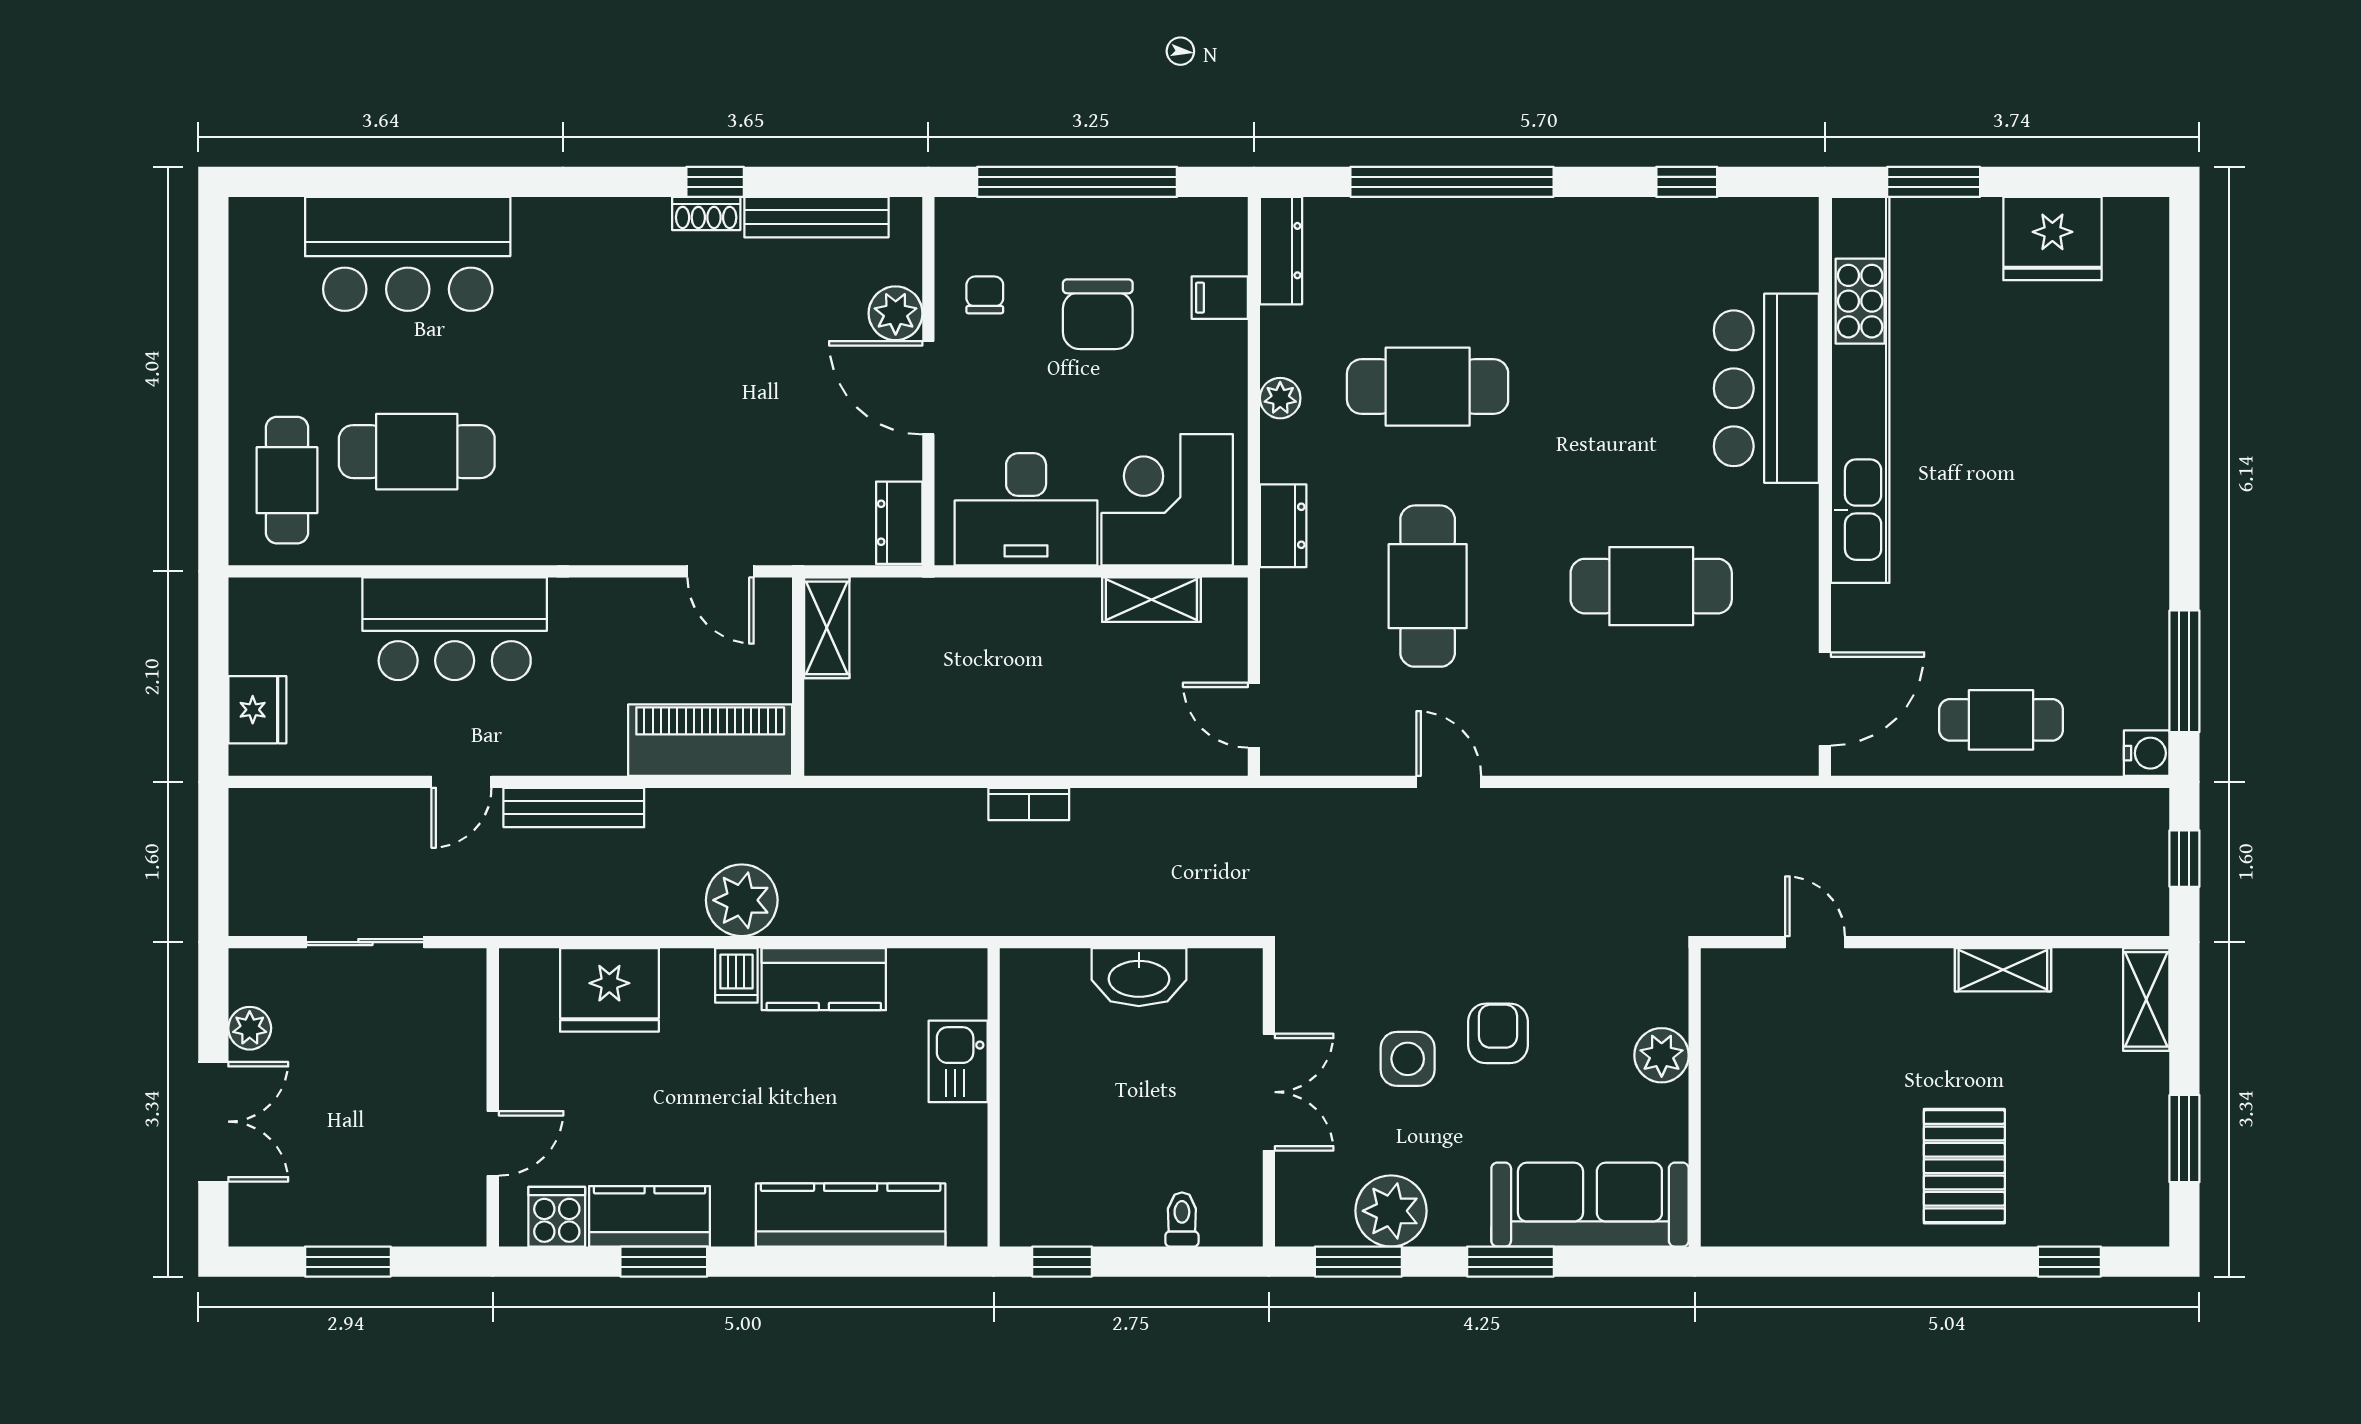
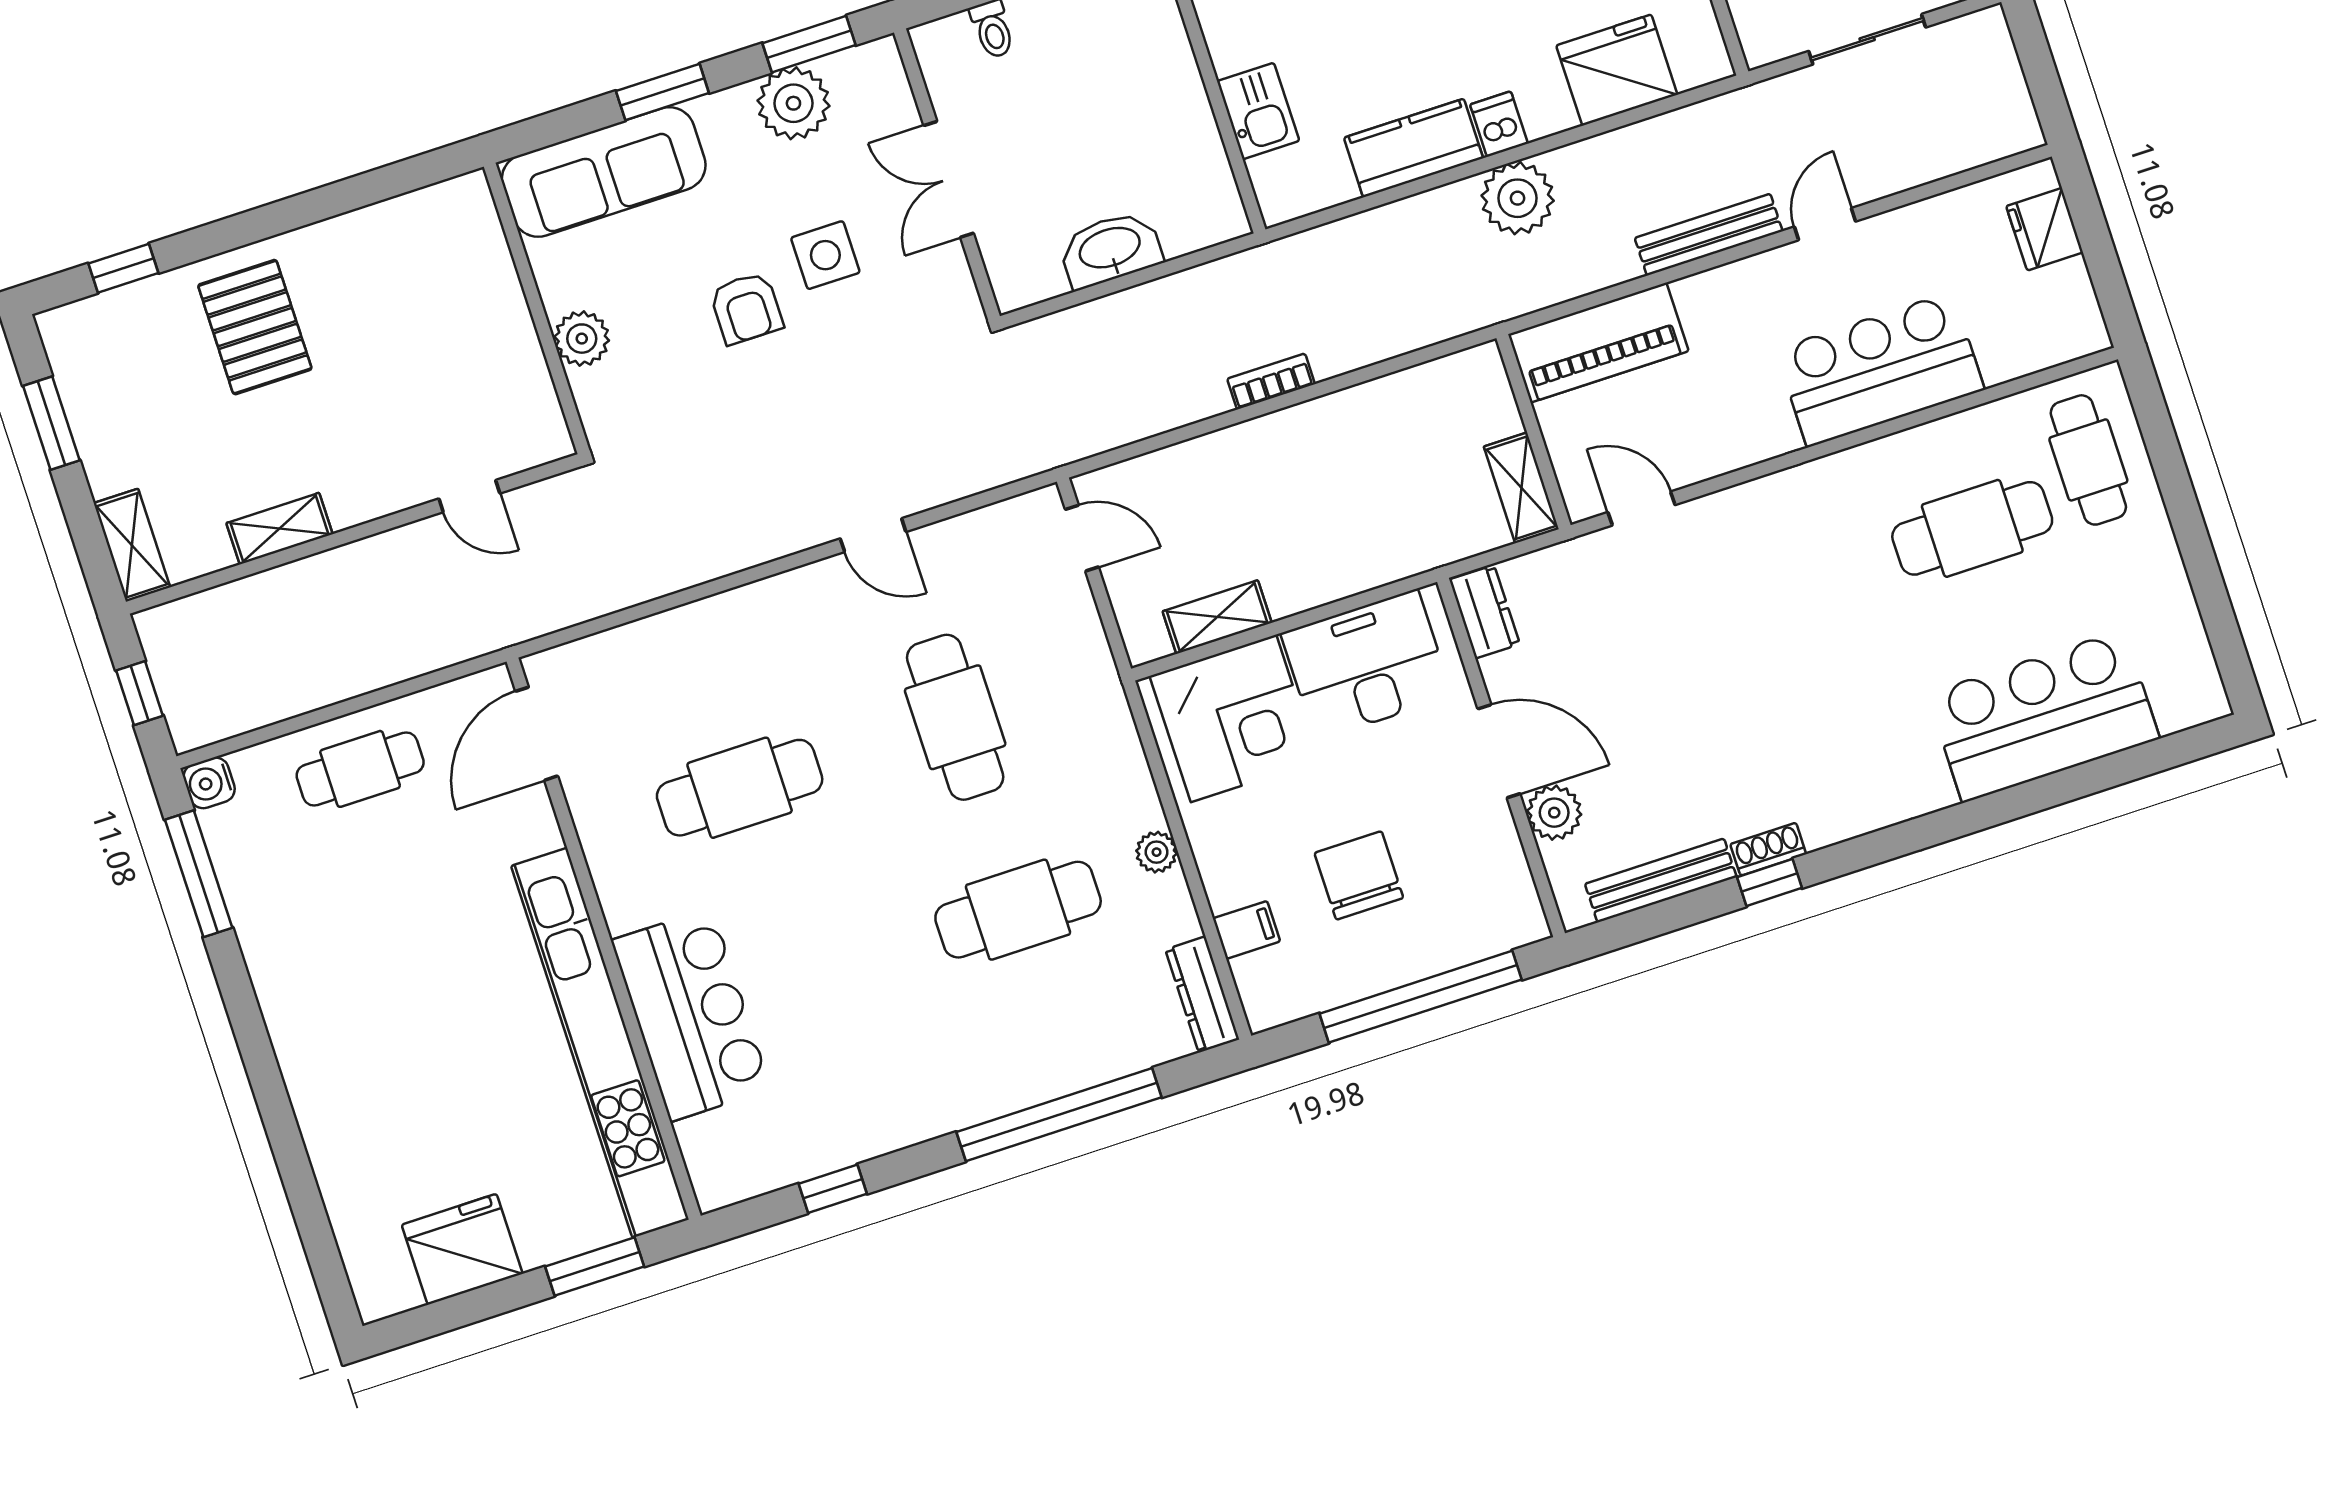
chair: (985, 295) -> (1474, 858), removed
dresser: (1283, 526) -> (1113, 730), removed

